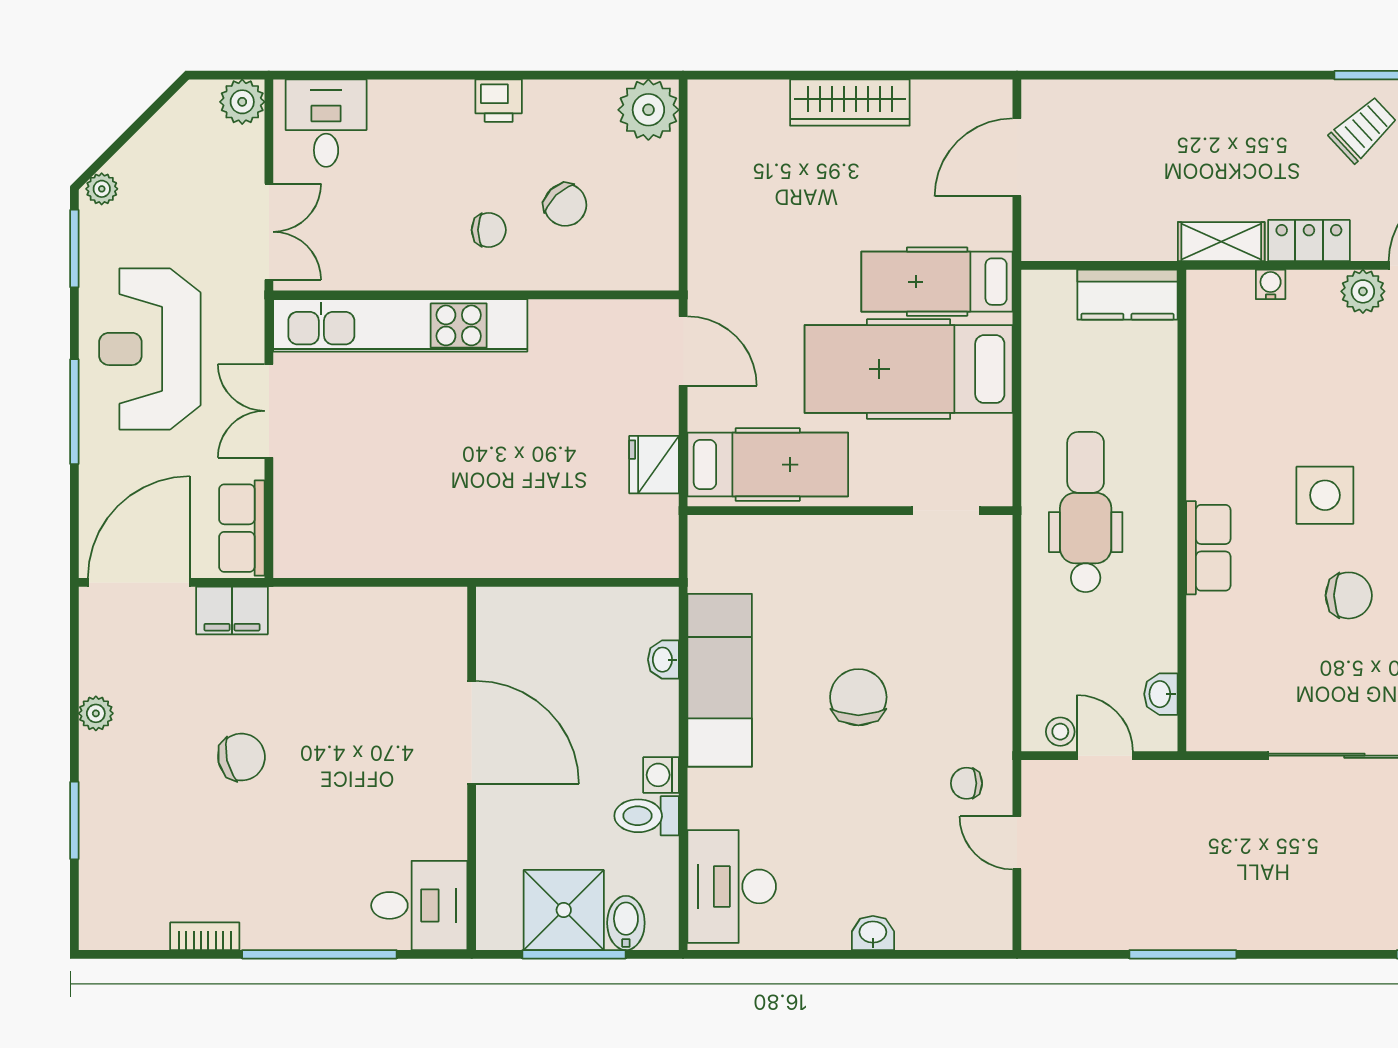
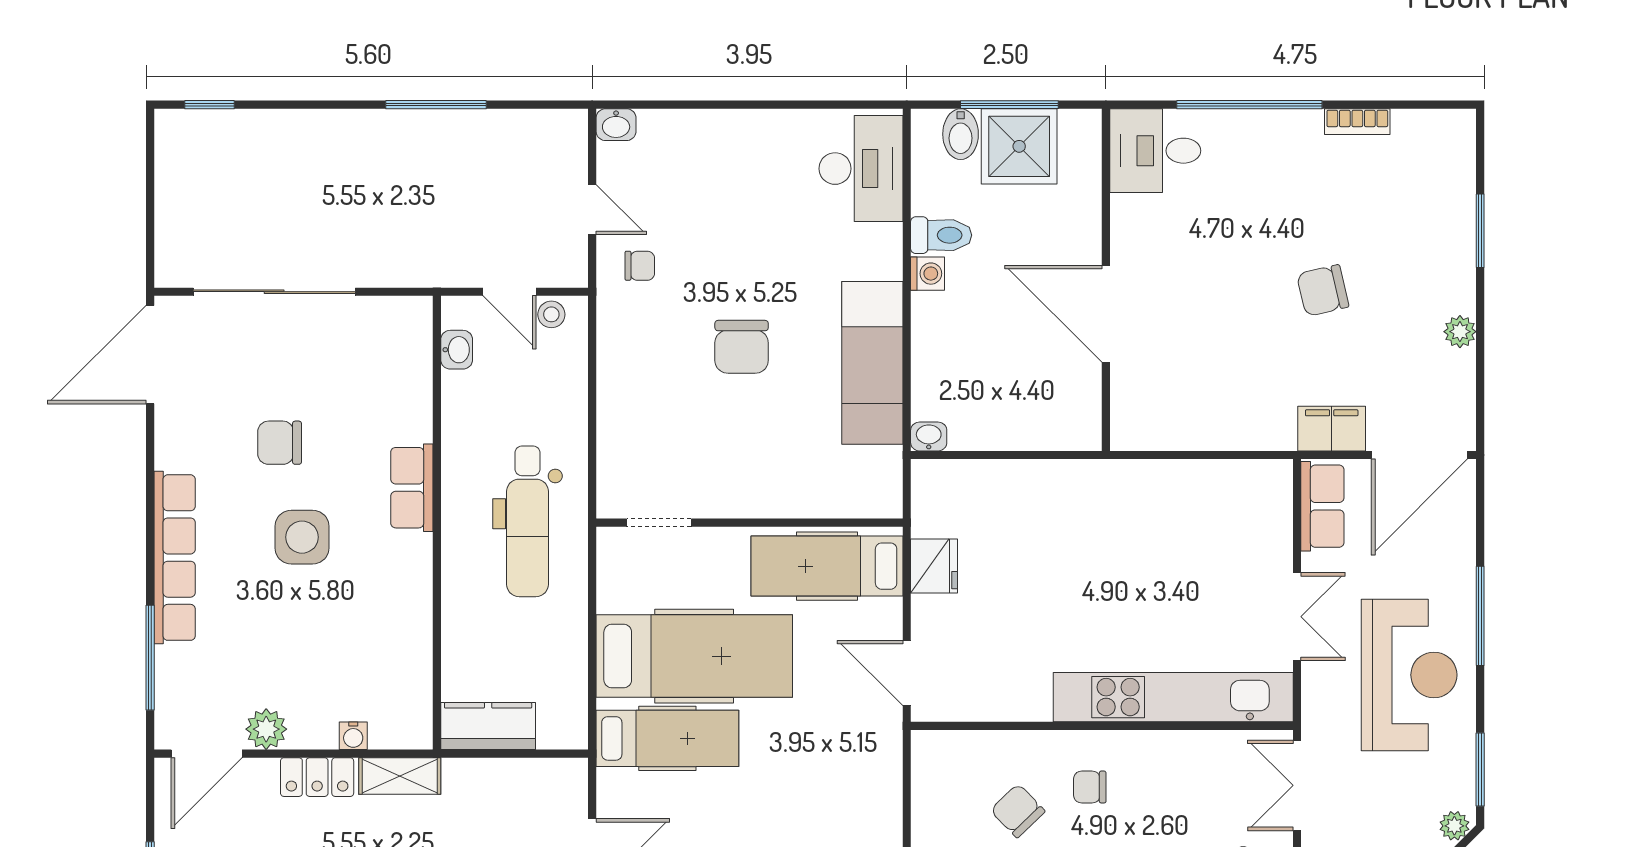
washbasin: (663, 660) -> (929, 436), moved, turned -90
washbasin: (873, 933) -> (616, 125), moved

